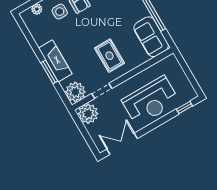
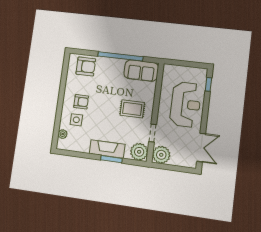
double door: (122, 144) -> (201, 148), swing flipped

